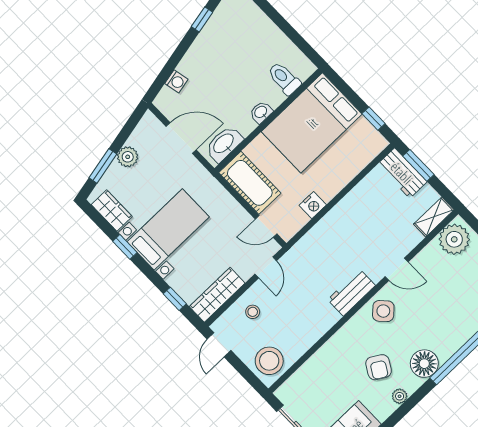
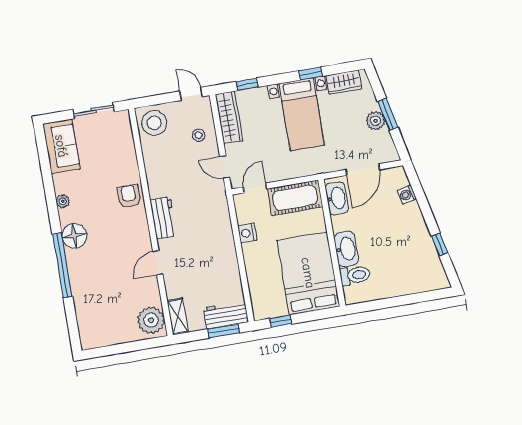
washbasin: (261, 112) -> (346, 249), width x1.91, depth x1.45
window: (103, 166) -> (388, 114), moved
side table: (383, 311) -> (134, 232), removed
armchair: (379, 367) -> (129, 196), moved, turned 59

